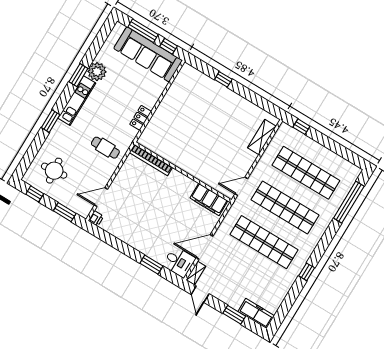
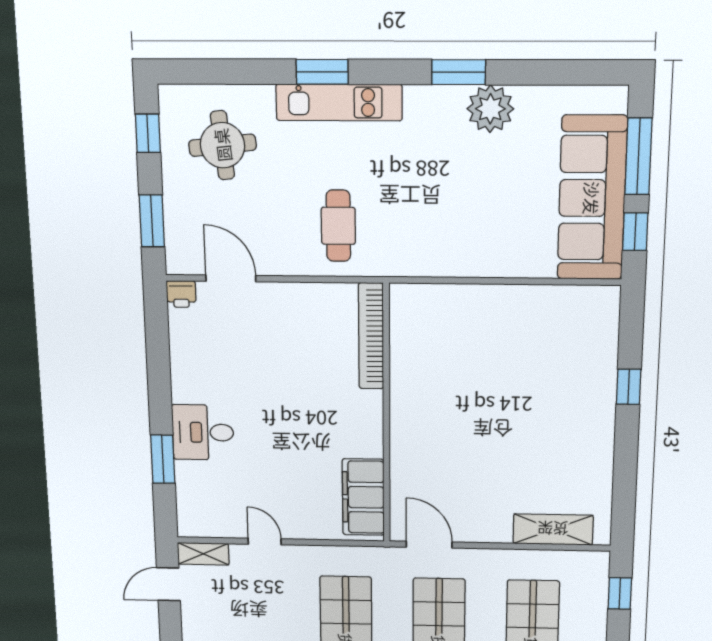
kitchen unit: (77, 101) -> (339, 102), moved
locker: (141, 118) -> (446, 263), removed
door: (205, 247) -> (265, 542), width x0.53
desk: (179, 262) -> (203, 432), moved, turned 90

